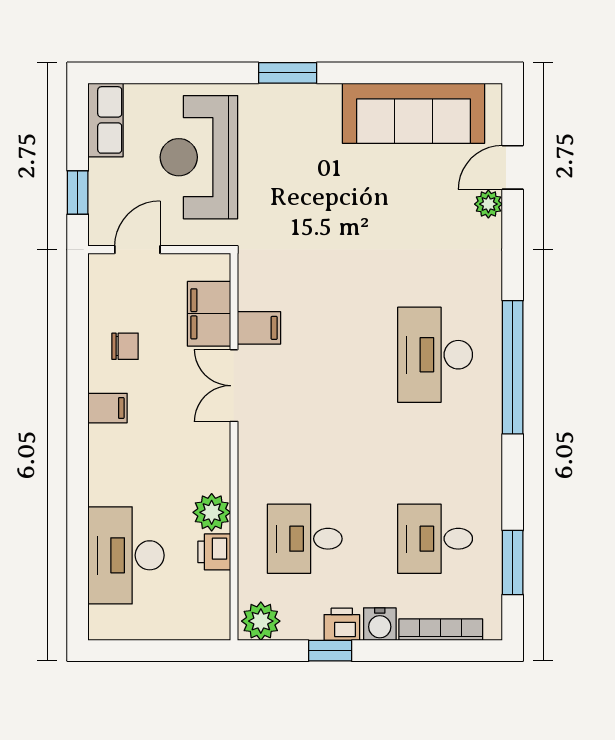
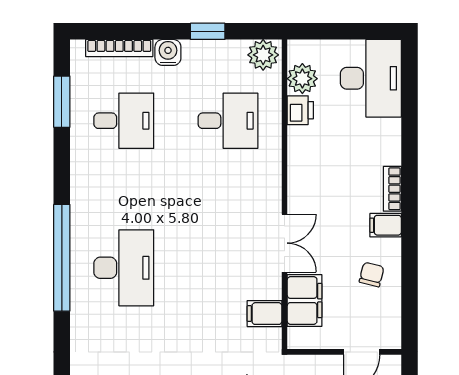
filing cabinet: (259, 328) -> (265, 314), moved
chair: (125, 346) -> (372, 275), turned 104
bookcase: (99, 454) -> (392, 189), added
plant: (212, 512) -> (302, 79), moved
desk: (126, 555) -> (371, 78), moved
printer: (342, 624) -> (198, 52), removed

